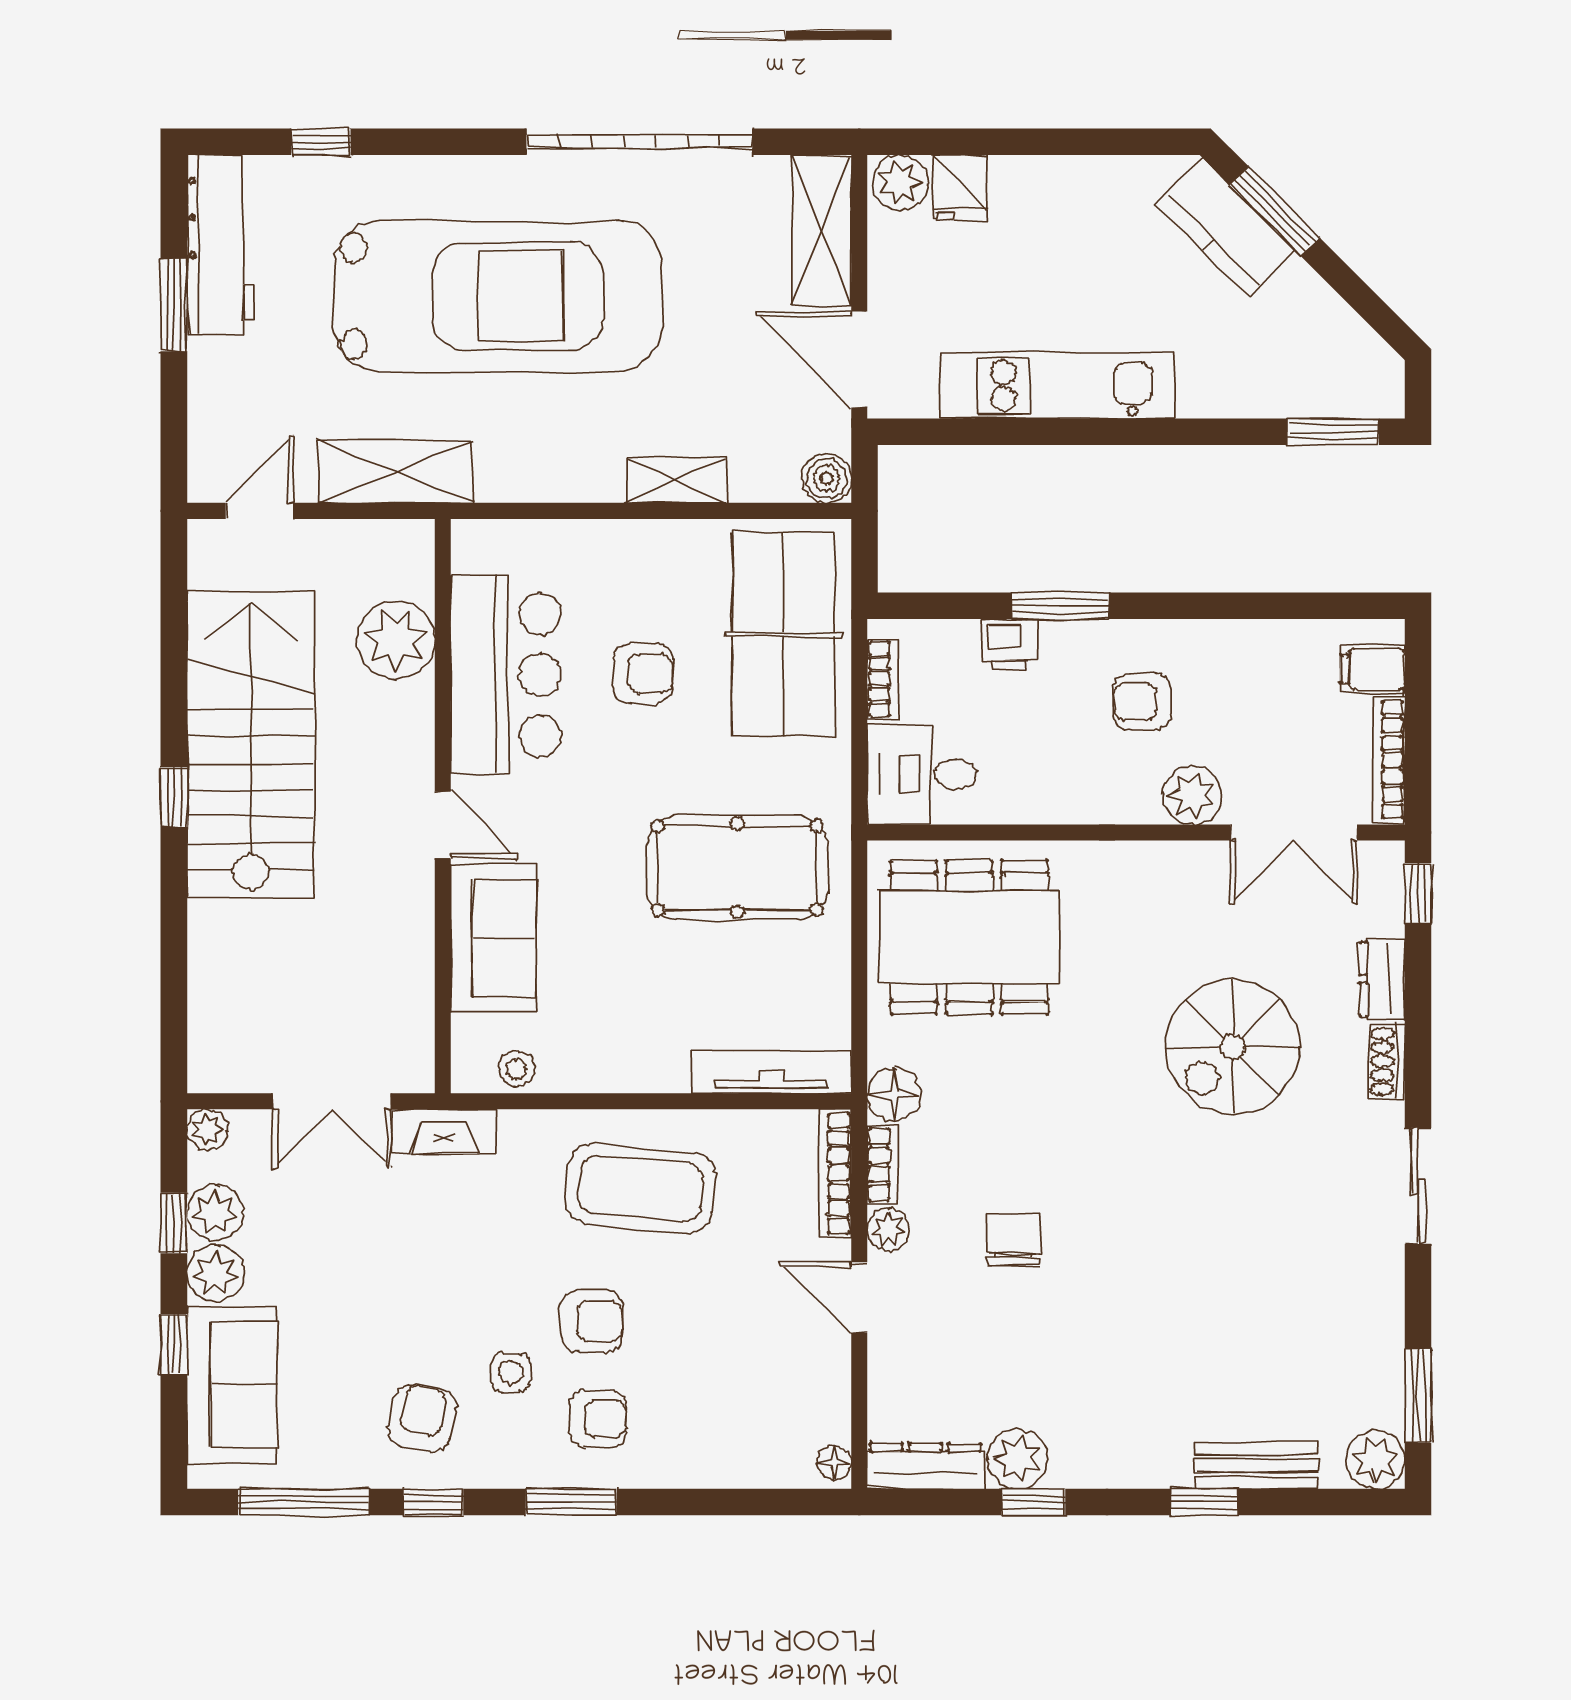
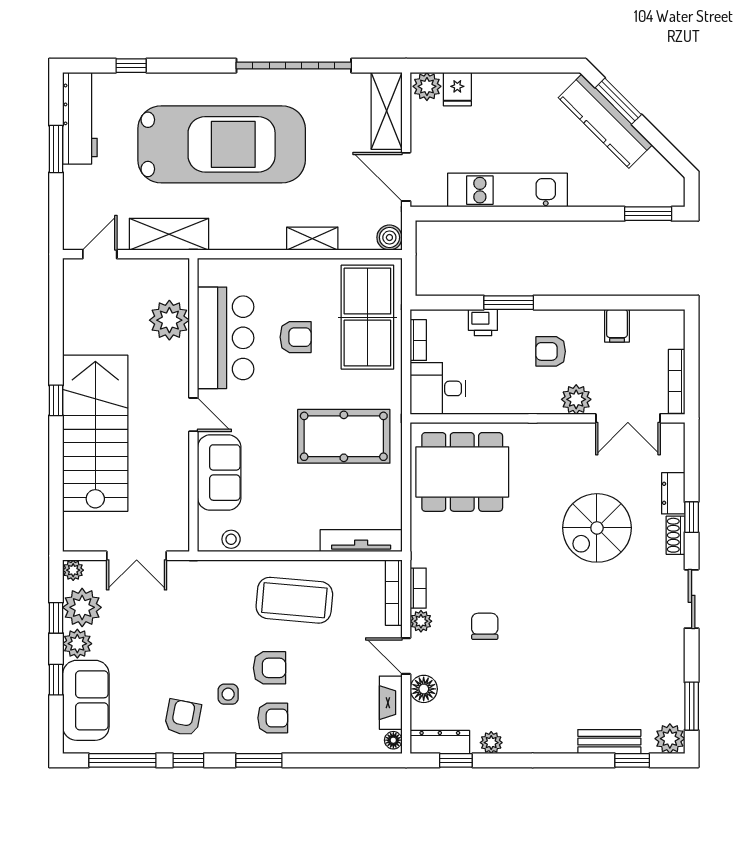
kitchen counter: (1226, 228) -> (605, 121), width x1.50
filing cabinet: (1373, 669) -> (617, 326), moved, turned -90
stairs: (251, 744) -> (95, 433), moved
window: (1418, 893) -> (692, 517), moved
floor lamp: (894, 1094) -> (424, 689), moved
fireplace: (444, 1131) -> (391, 703), moved, turned 90
plant: (215, 1213) -> (82, 607), width x1.36, depth x1.36
plant: (1018, 1459) -> (491, 743), width x0.73, depth x0.73
window: (1033, 1502) -> (456, 760), moved
window: (1204, 1502) -> (632, 760), moved

